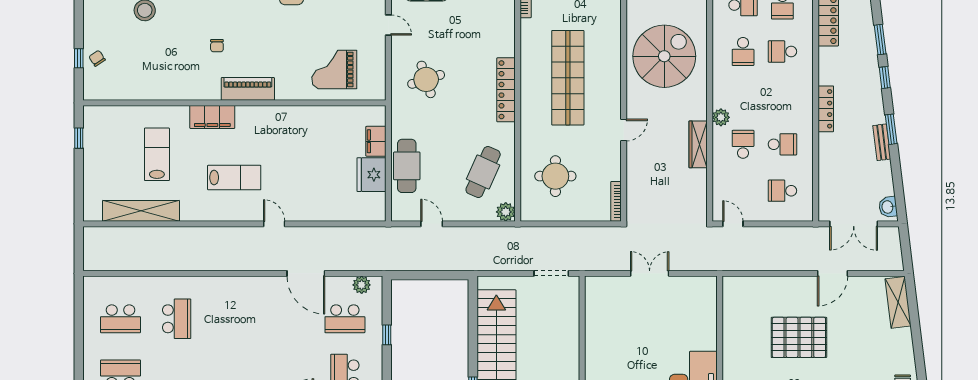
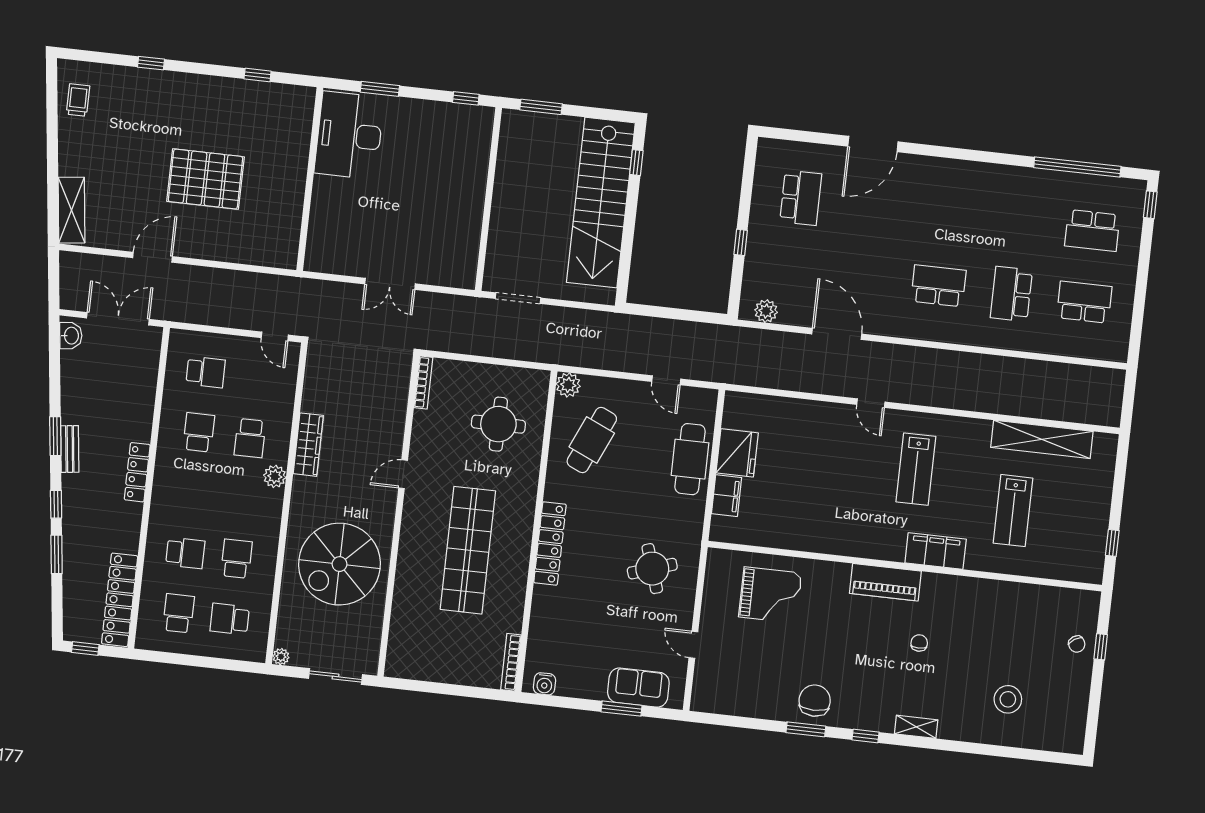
bench: (882, 142) -> (70, 449), moved
school desk: (782, 144) -> (199, 432), turned 90
lab bench: (234, 178) -> (916, 469), turned -90
school desk: (345, 319) -> (938, 286), moved

